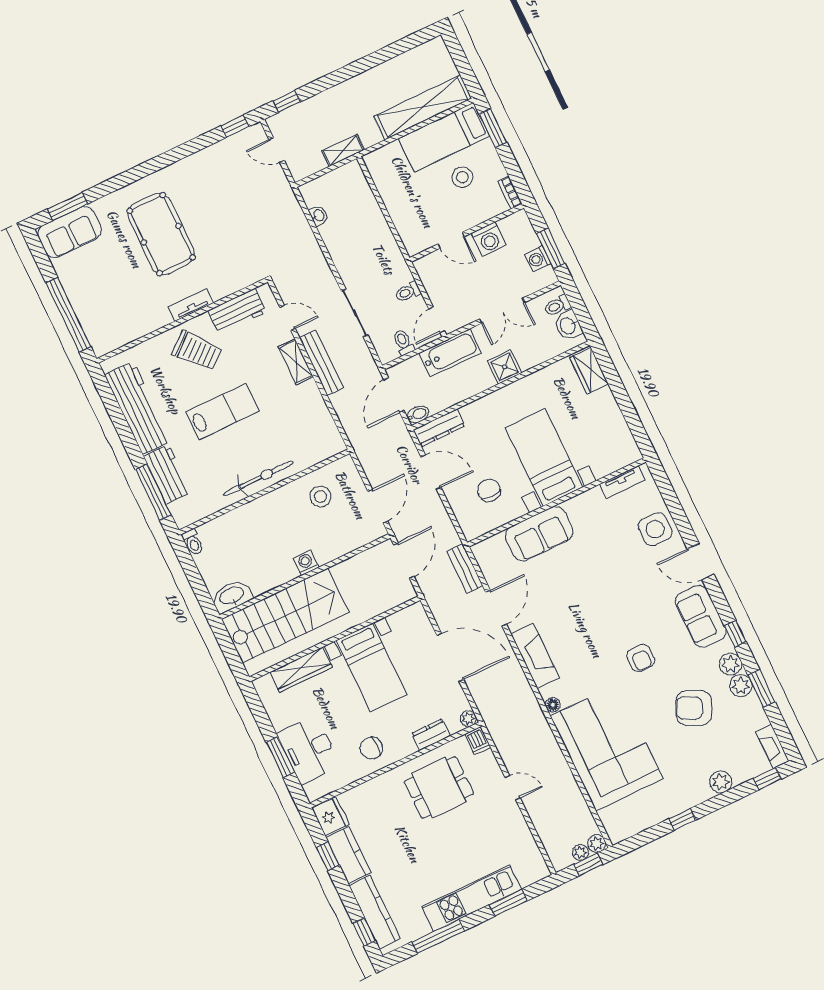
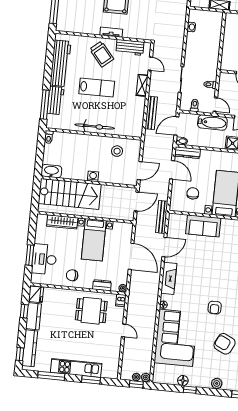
door: (437, 320) -> (215, 105), swing flipped
bench: (321, 363) -> (151, 113), moved
bench: (465, 568) -> (162, 217), width x1.36
floor lamp: (662, 811) -> (183, 381), added

